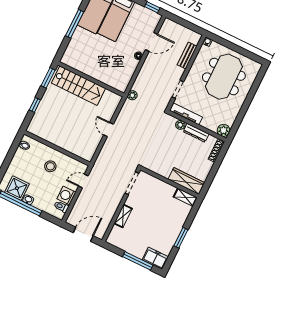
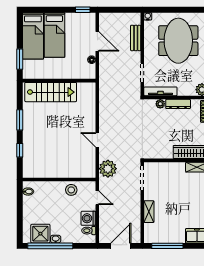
window: (75, 24) -> (20, 59), width x0.69
door: (151, 42) -> (97, 41), hinge flipped
wall: (91, 79) -> (59, 81), moved
stairs: (78, 86) -> (51, 92), moved
plant: (132, 95) -> (108, 169), moved, width x1.88, depth x1.88
stool: (50, 166) -> (71, 190), moved
door: (83, 181) -> (97, 198), swing flipped
window: (138, 261) -> (167, 246), moved

